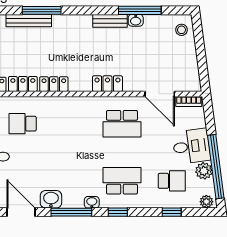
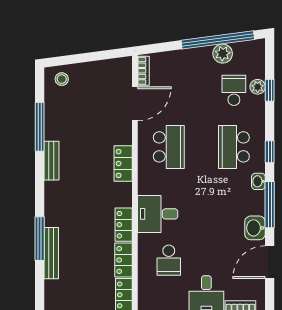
washbasin: (136, 20) -> (51, 131), removed
desk: (191, 146) -> (158, 214), moved, turned -82
plant: (206, 202) -> (258, 87), moved

